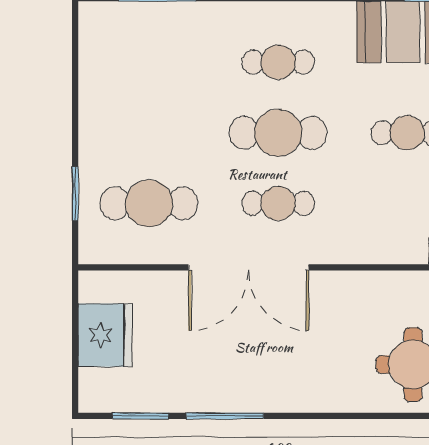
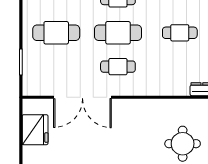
cafe table: (149, 203) -> (56, 33), moved
double door: (249, 267) -> (82, 97), moved

